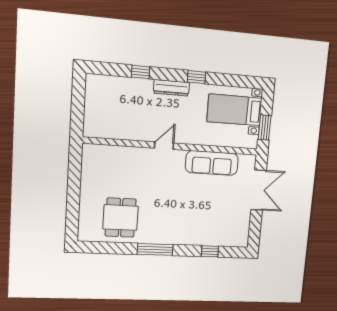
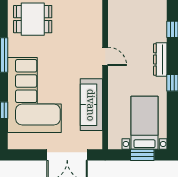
window: (265, 127) -> (142, 155), moved
corner sofa: (197, 219) -> (34, 95), added

